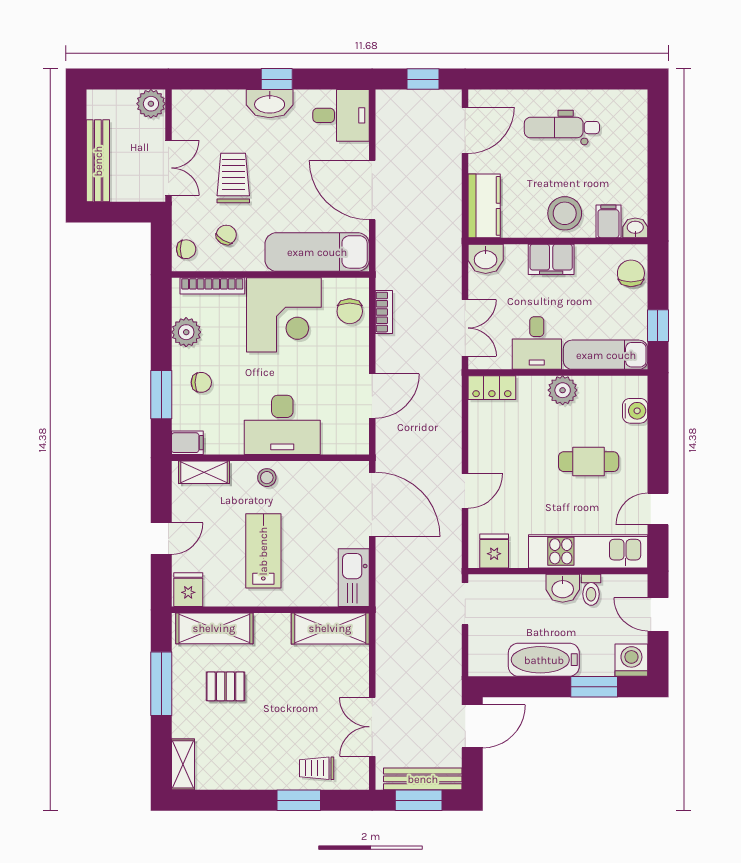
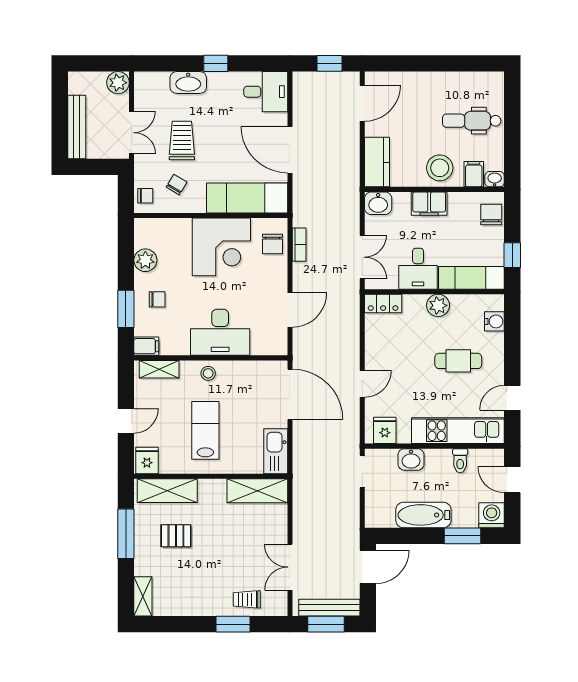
washbasin: (270, 104) -> (188, 82), moved
dental chair: (562, 128) -> (472, 121), moved
bookcase: (212, 286) -> (166, 224), removed
washbasin: (563, 588) -> (411, 459), moved

